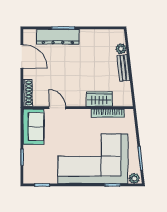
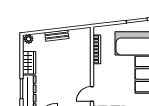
plant: (121, 49) -> (29, 39), moved
wardrobe: (99, 99) -> (29, 63), moved, turned 180

